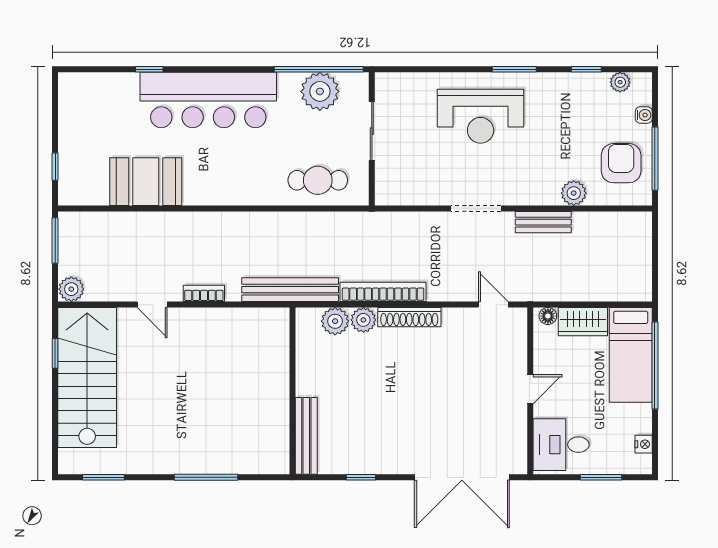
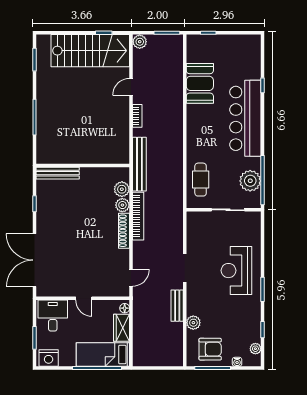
nightstand: (644, 444) -> (49, 358), width x1.89, depth x1.79

